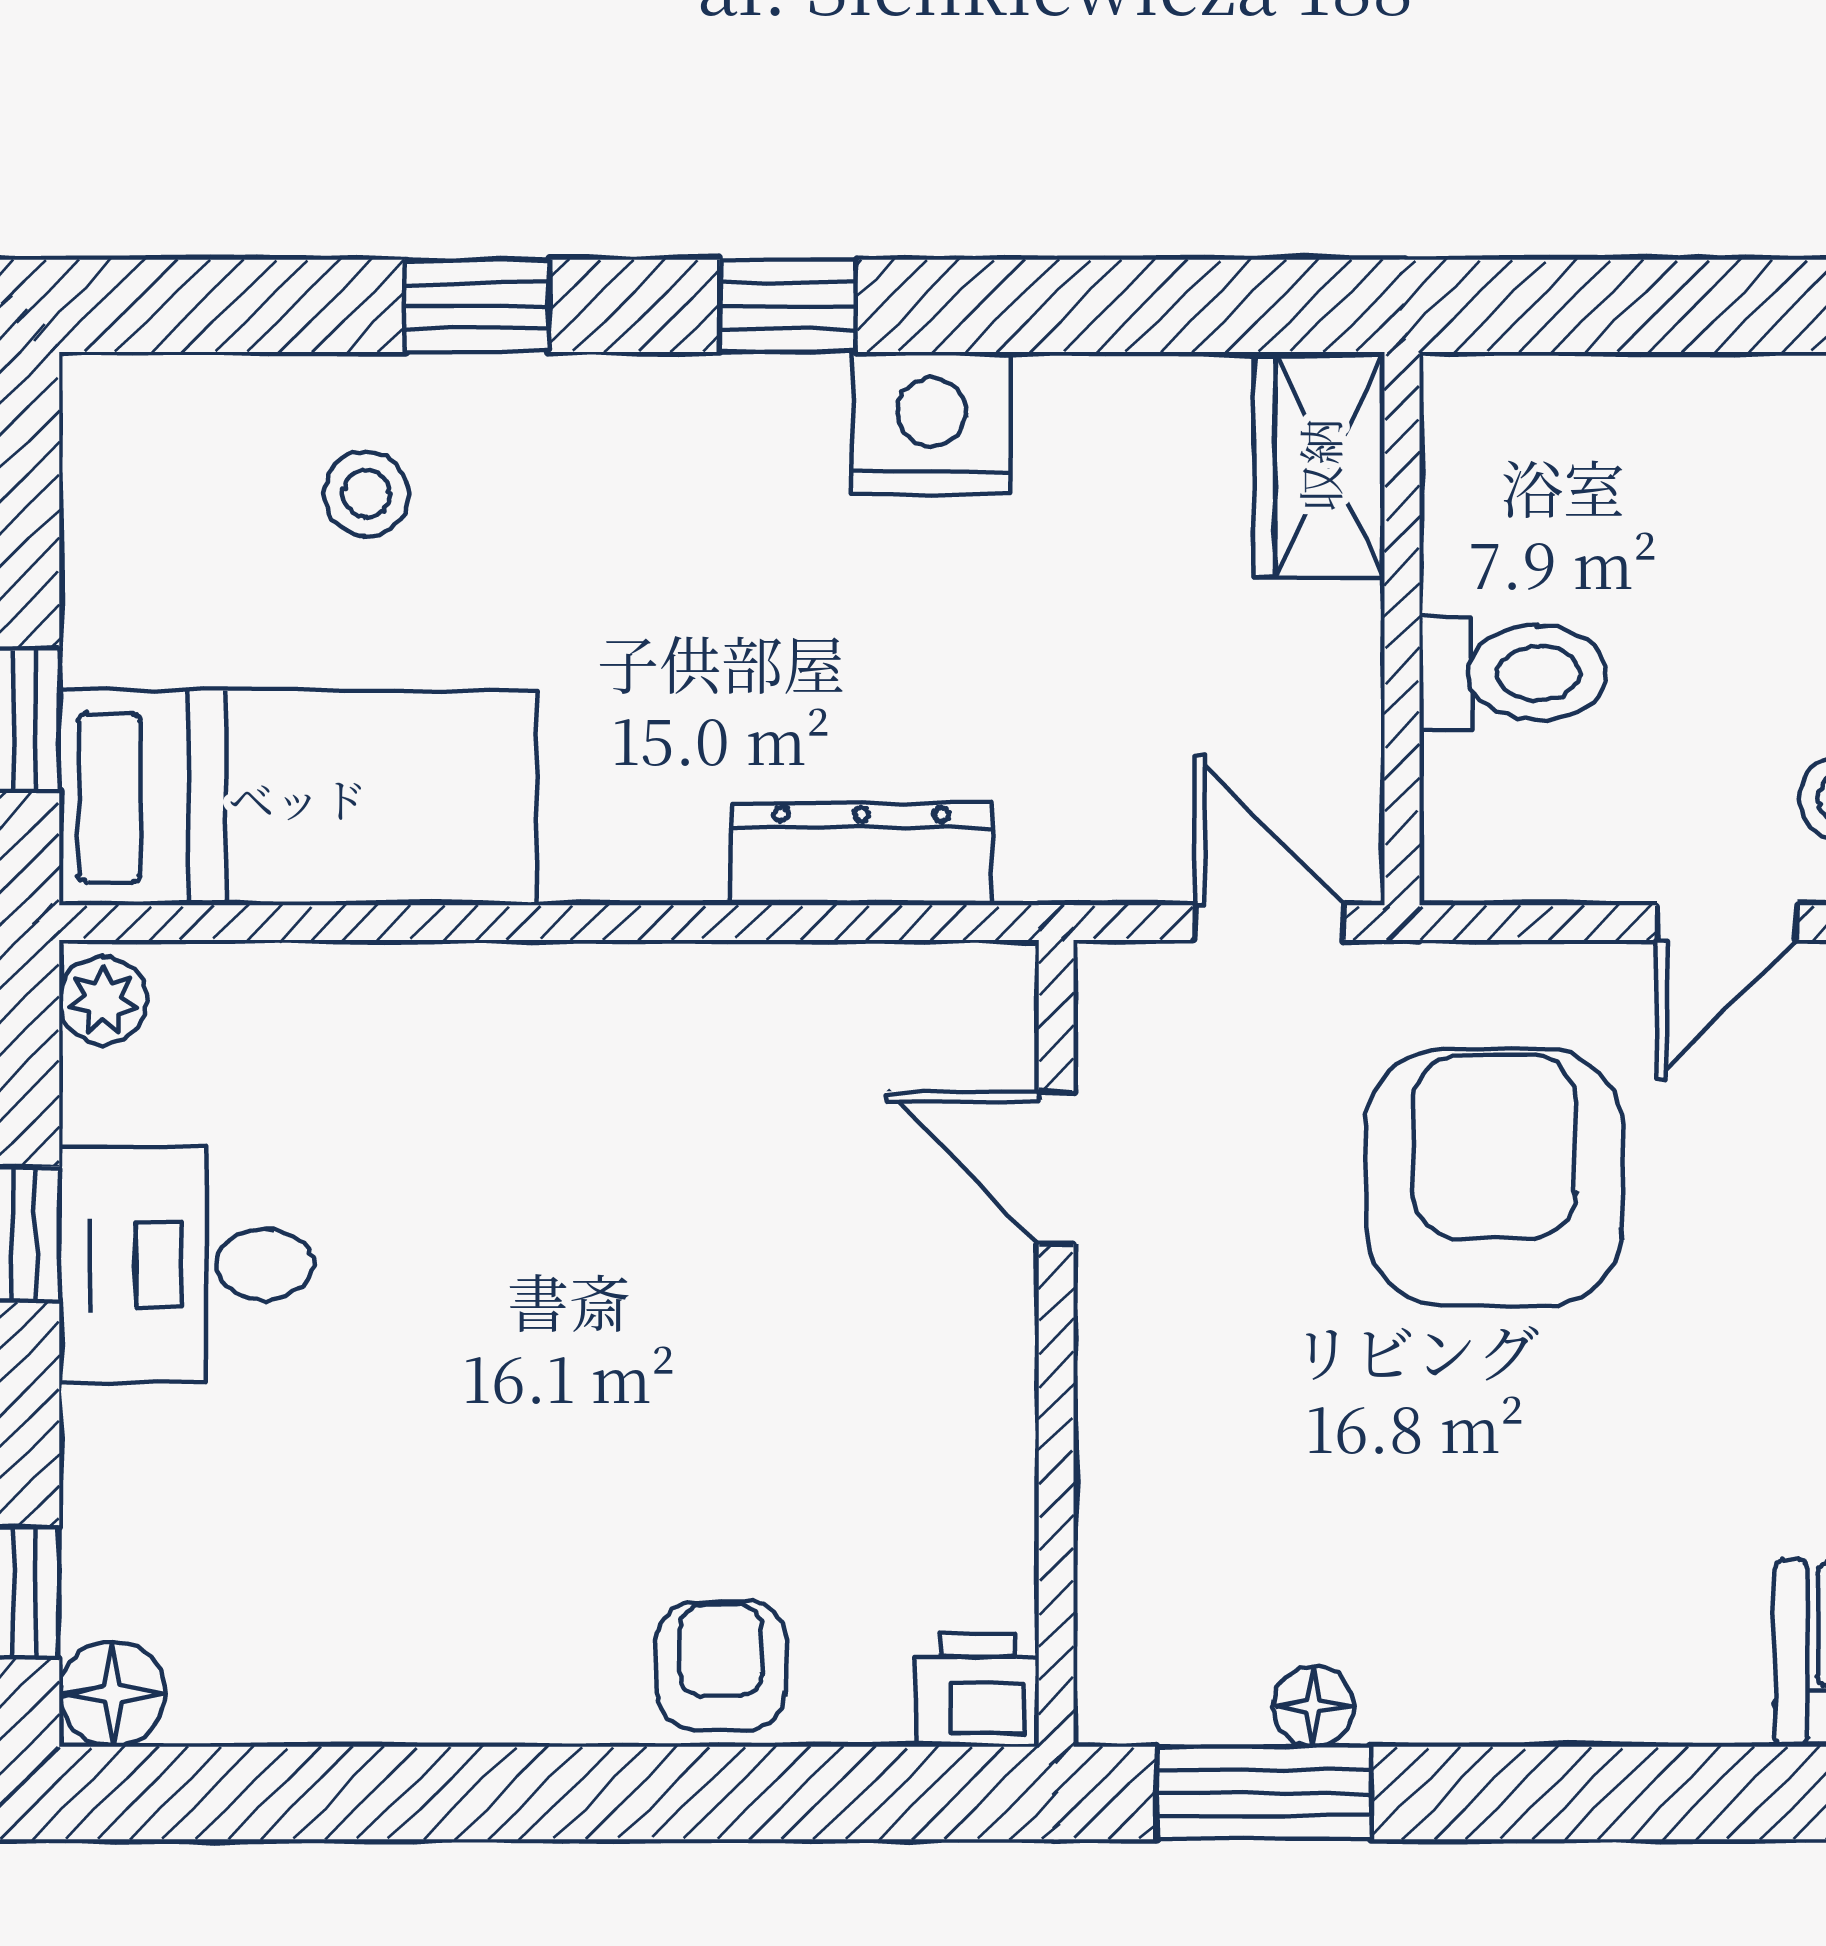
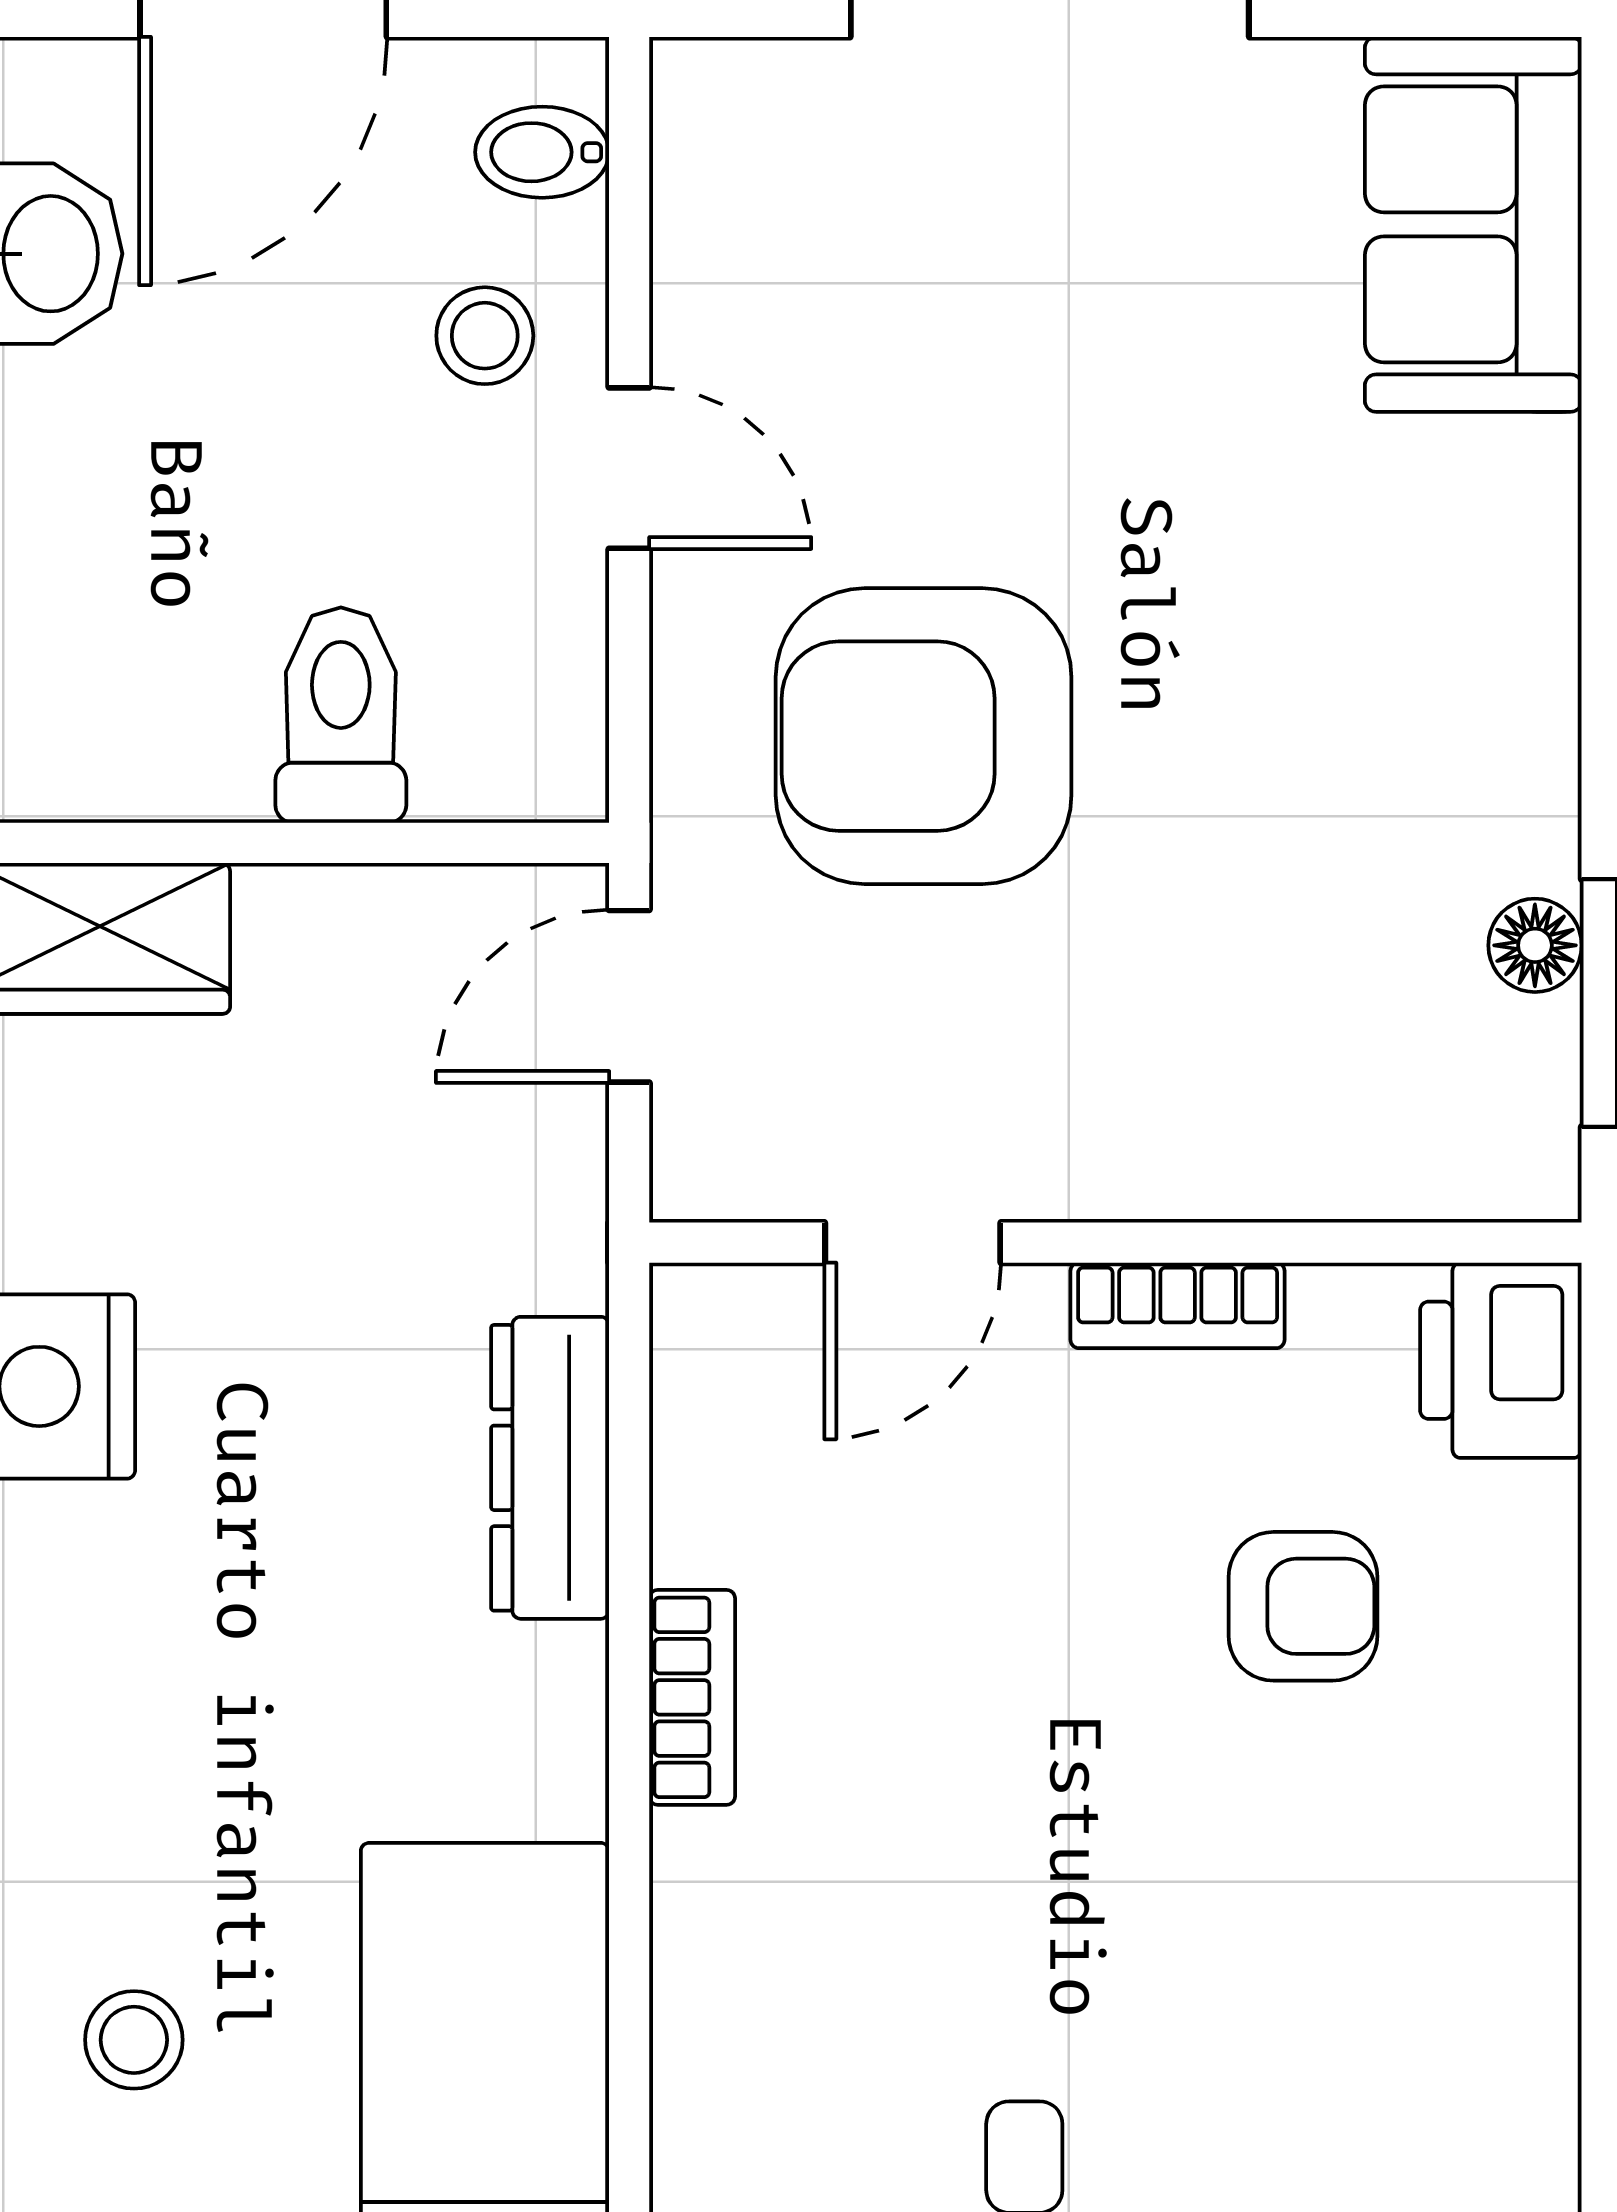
bookcase: (663, 977) -> (692, 1697), added
bookcase: (1002, 1397) -> (1178, 1305), added
armchair: (721, 1666) -> (1303, 1606), moved, turned 180
printer: (977, 1690) -> (1501, 1360), width x1.36, depth x1.24

